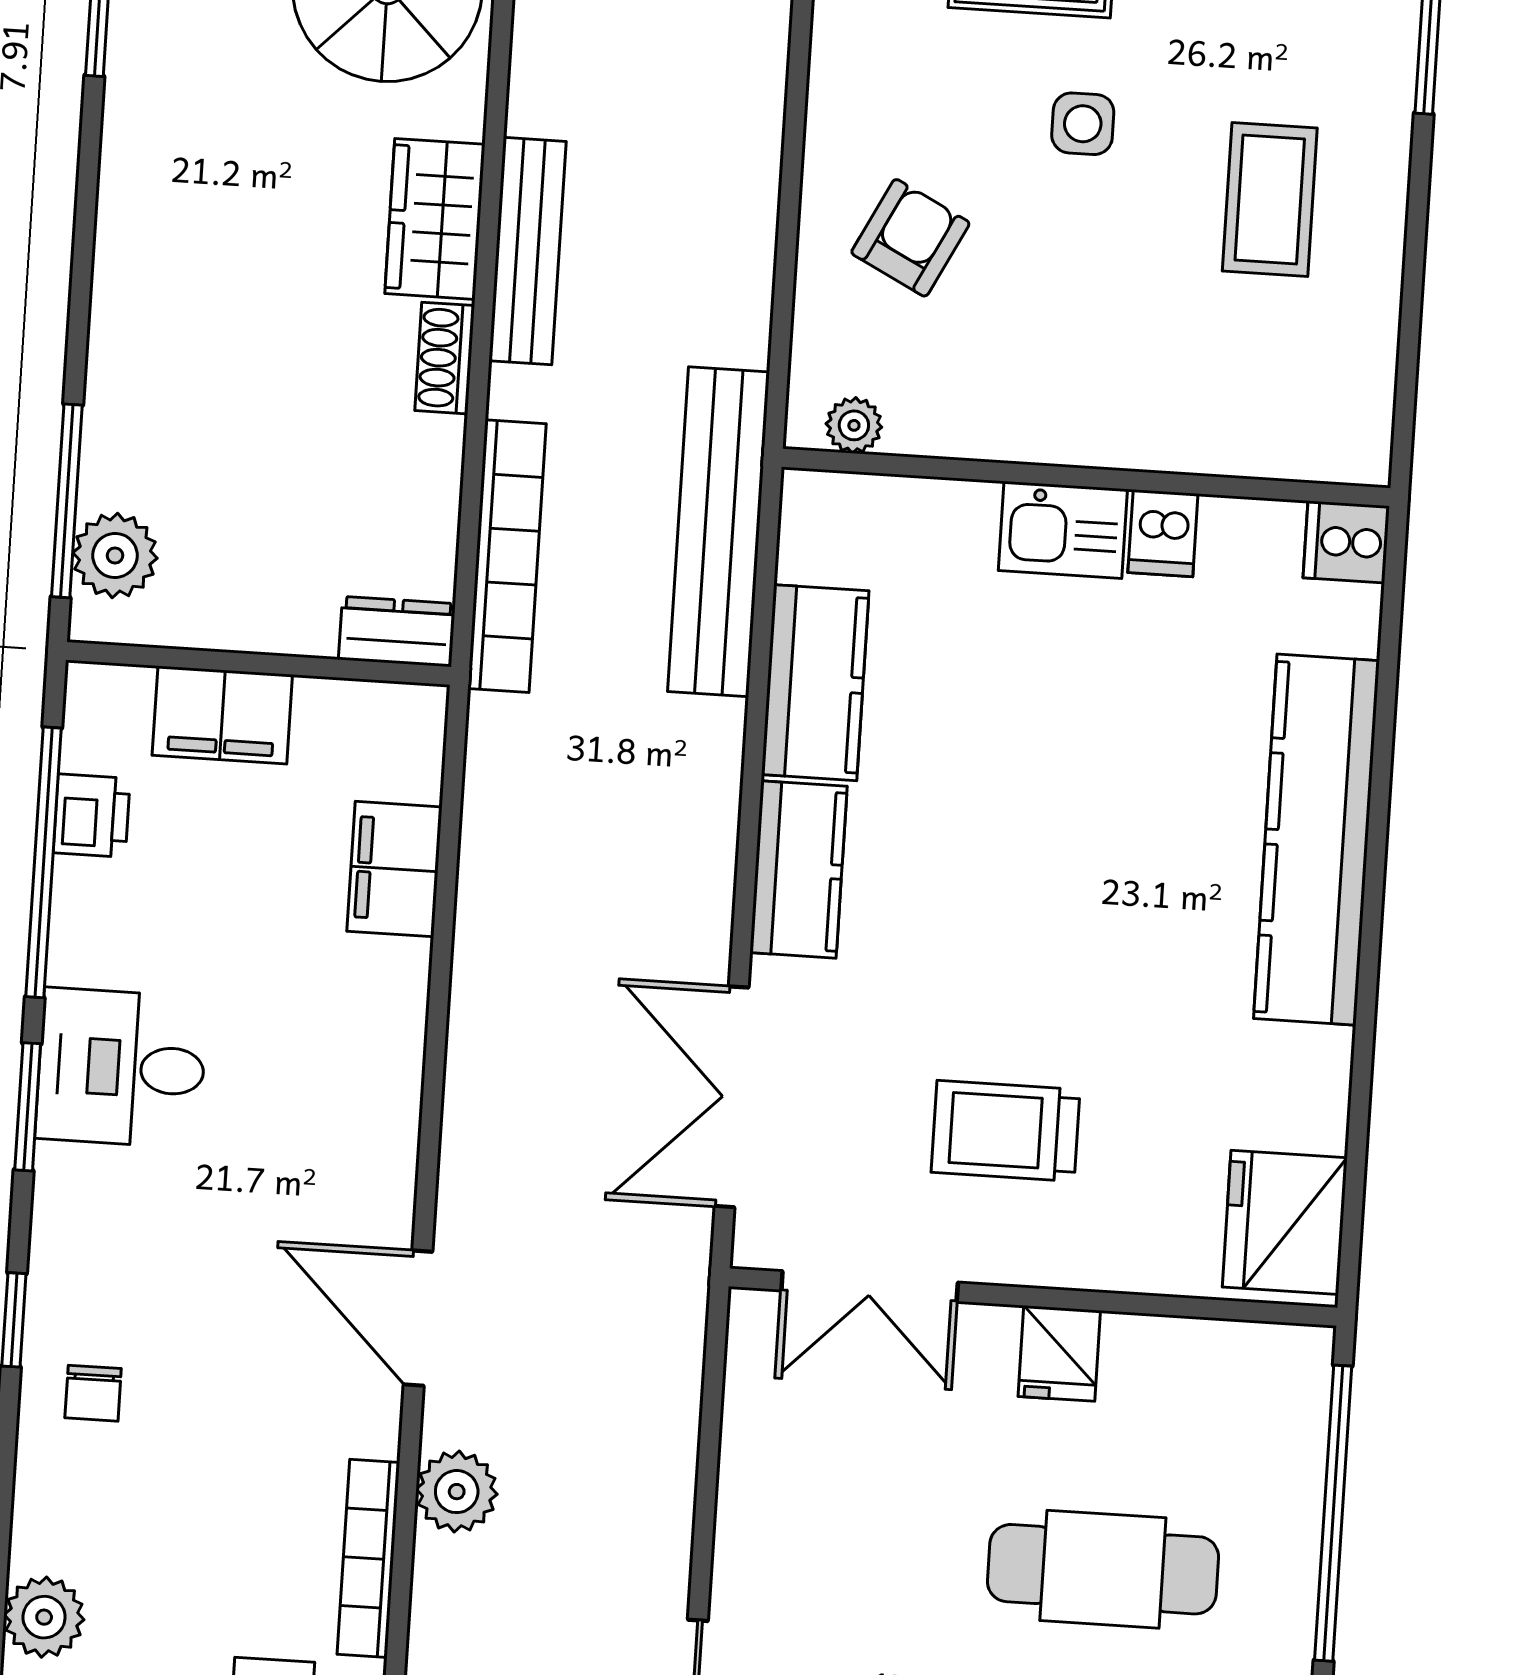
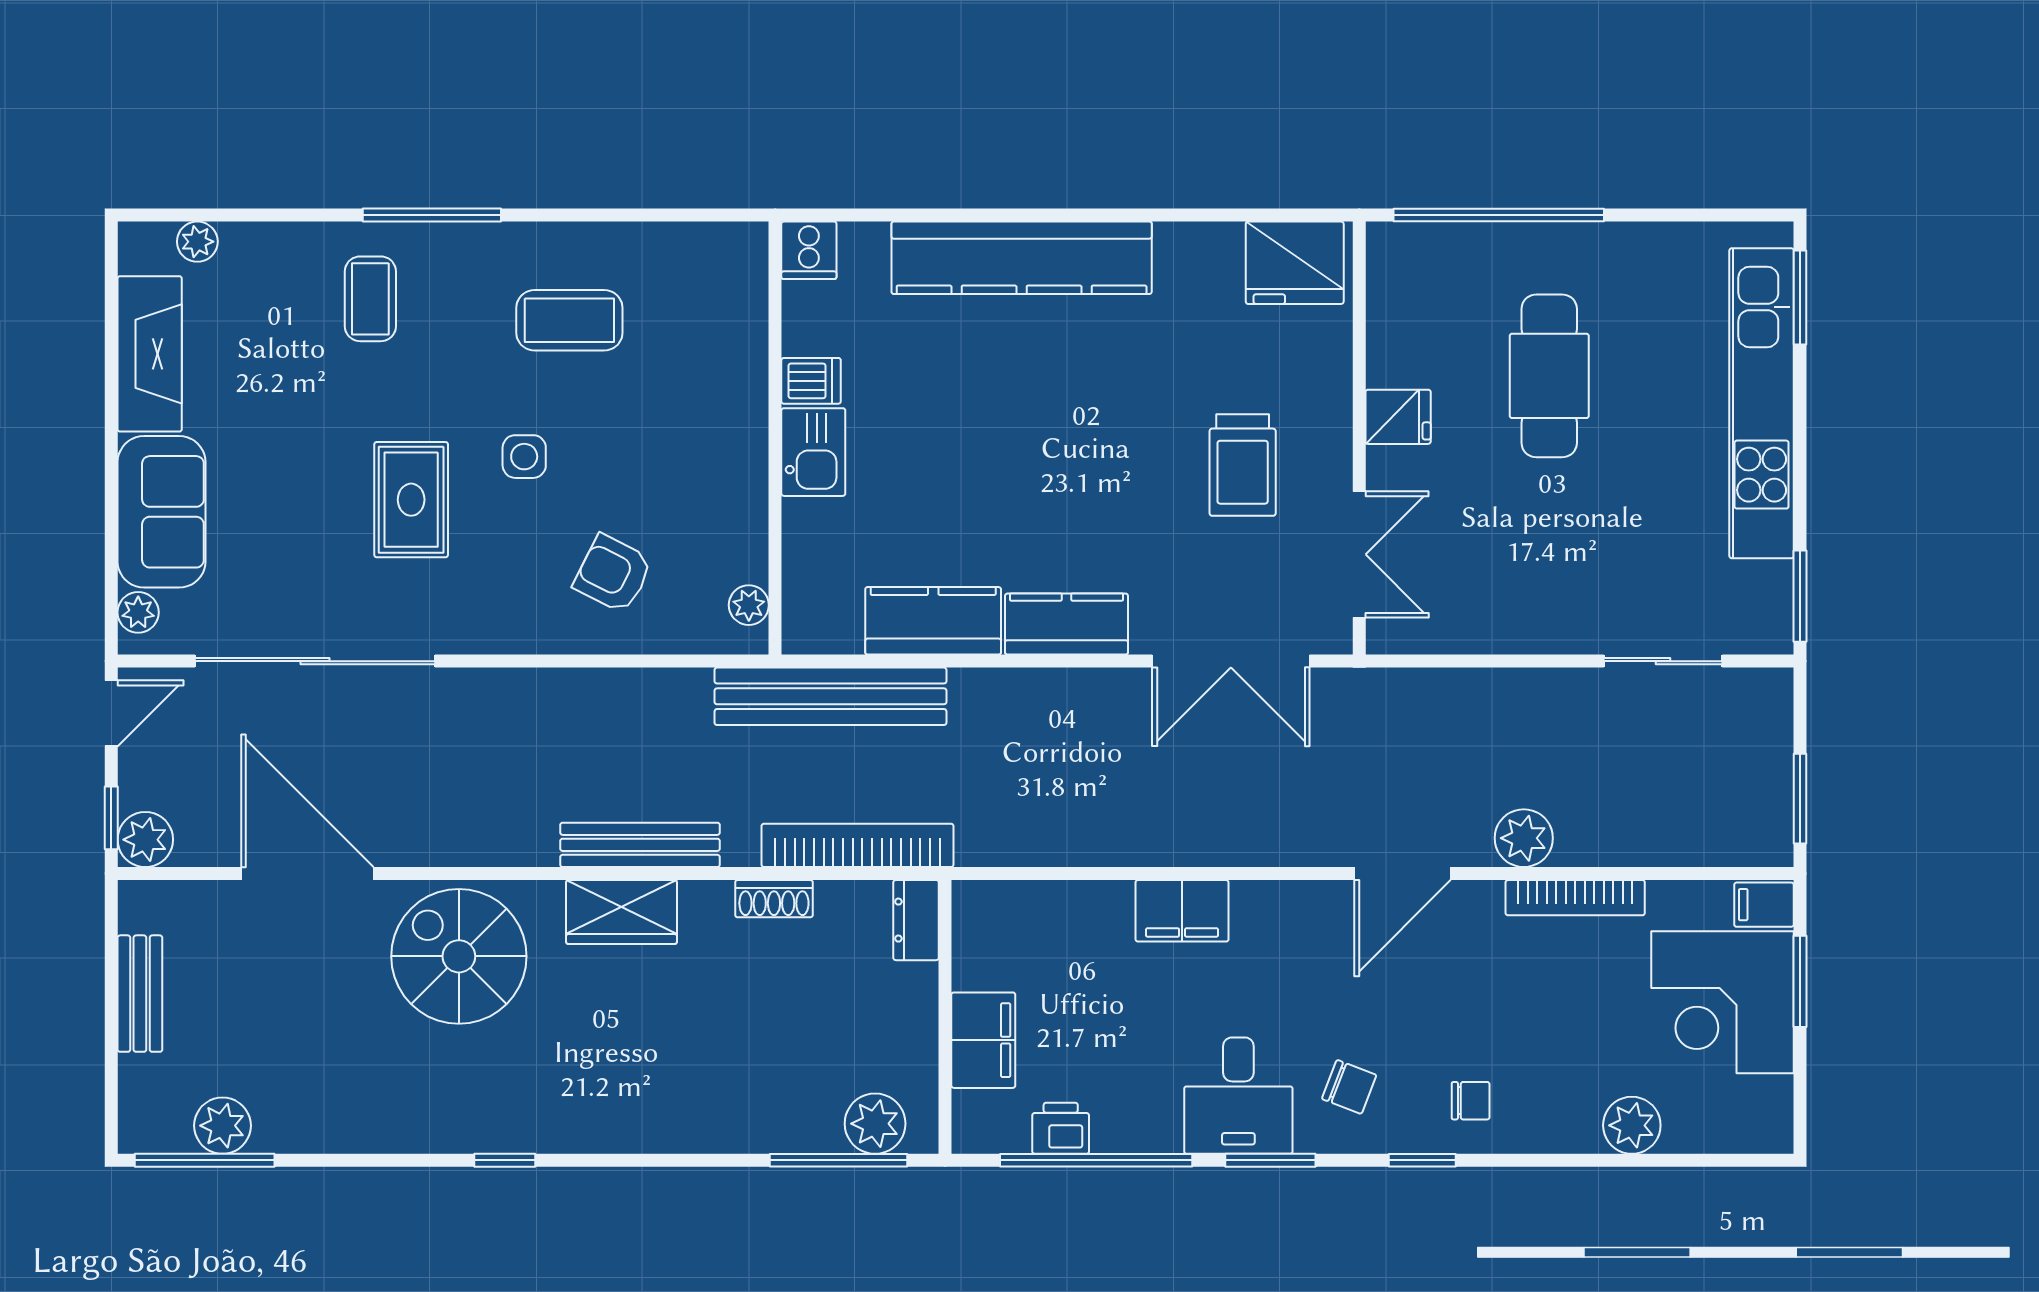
shoe rack: (445, 358) -> (774, 899), moved
filing cabinet: (395, 869) -> (1182, 911), moved
chair: (123, 1224) -> (1349, 1087), added

